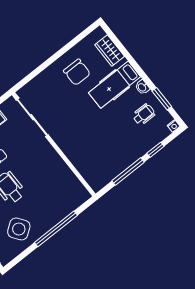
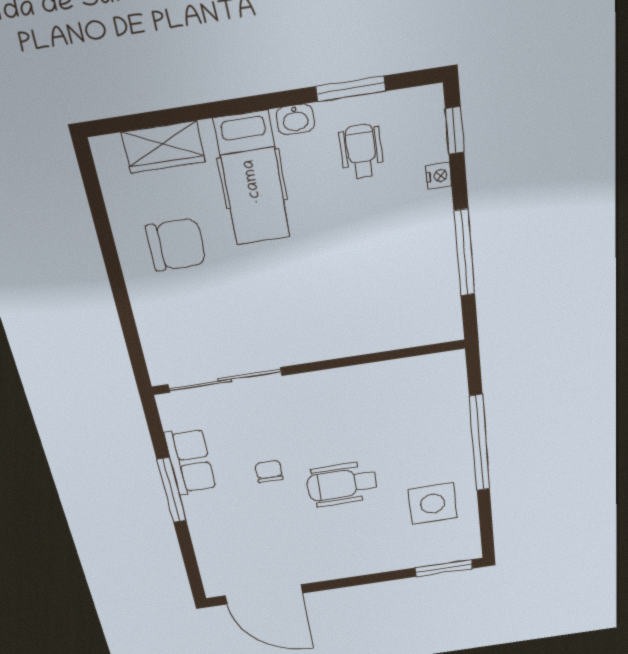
nightstand: (174, 126) -> (439, 176), moved
window: (155, 150) -> (455, 130), moved
side table: (19, 229) -> (433, 504), turned 36

